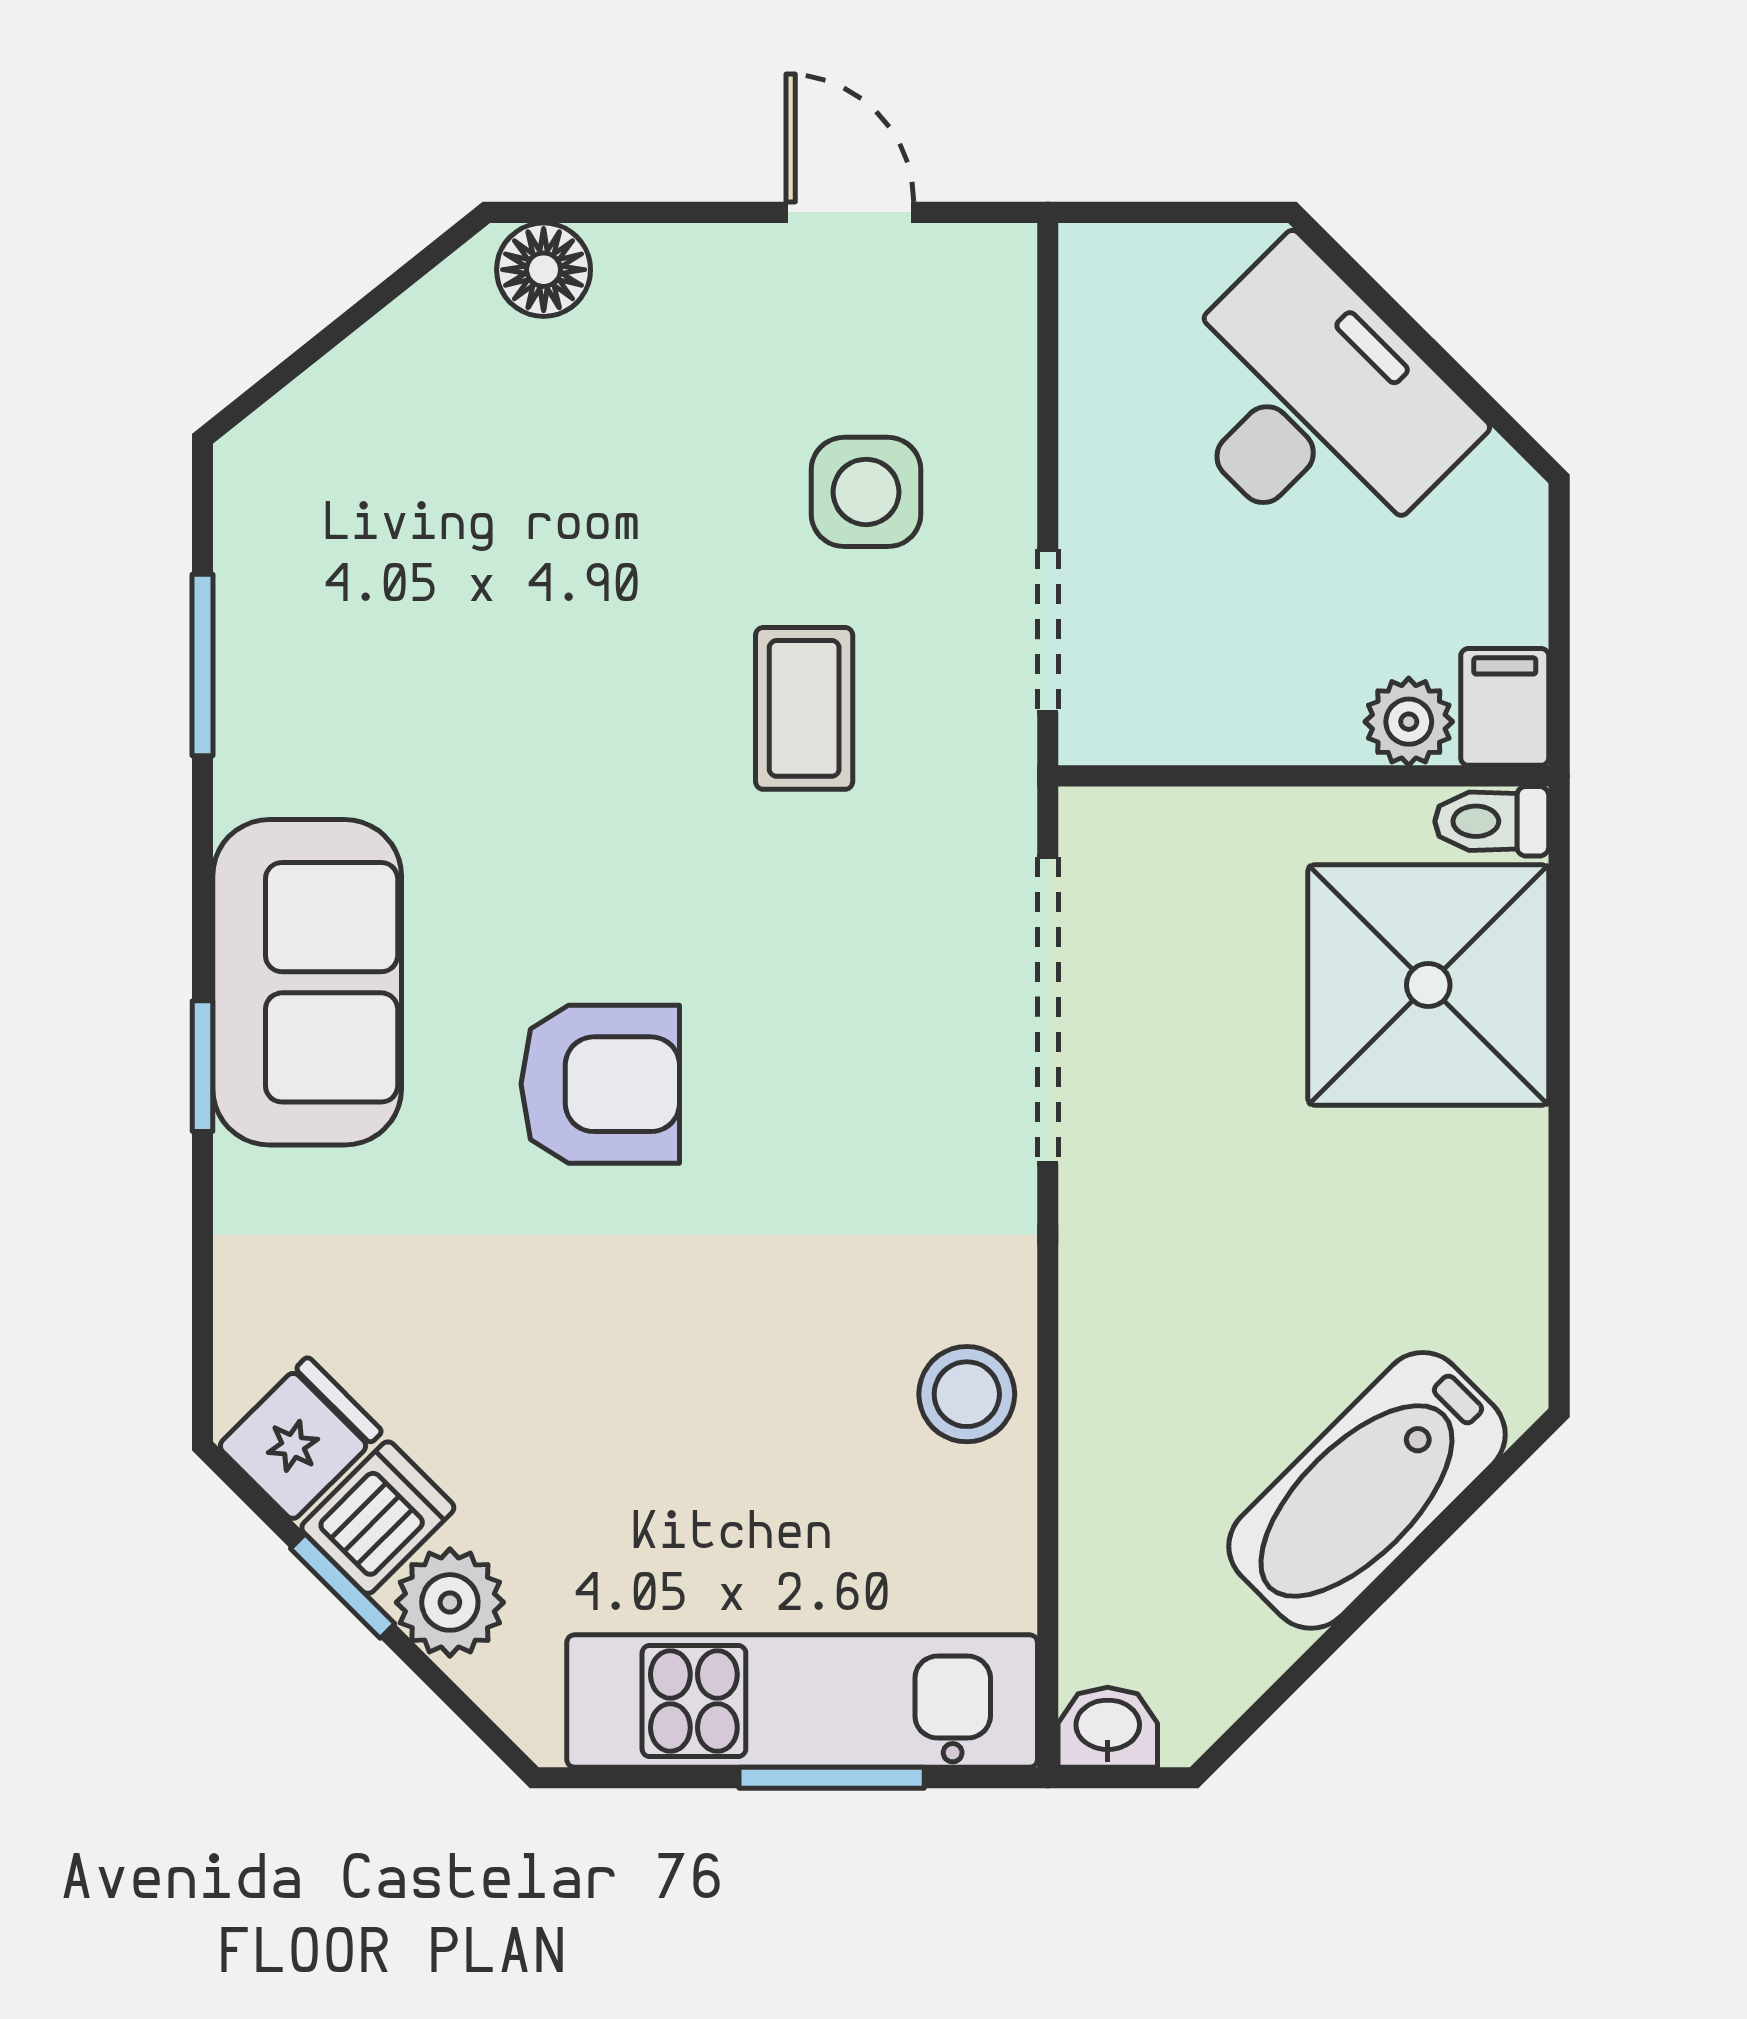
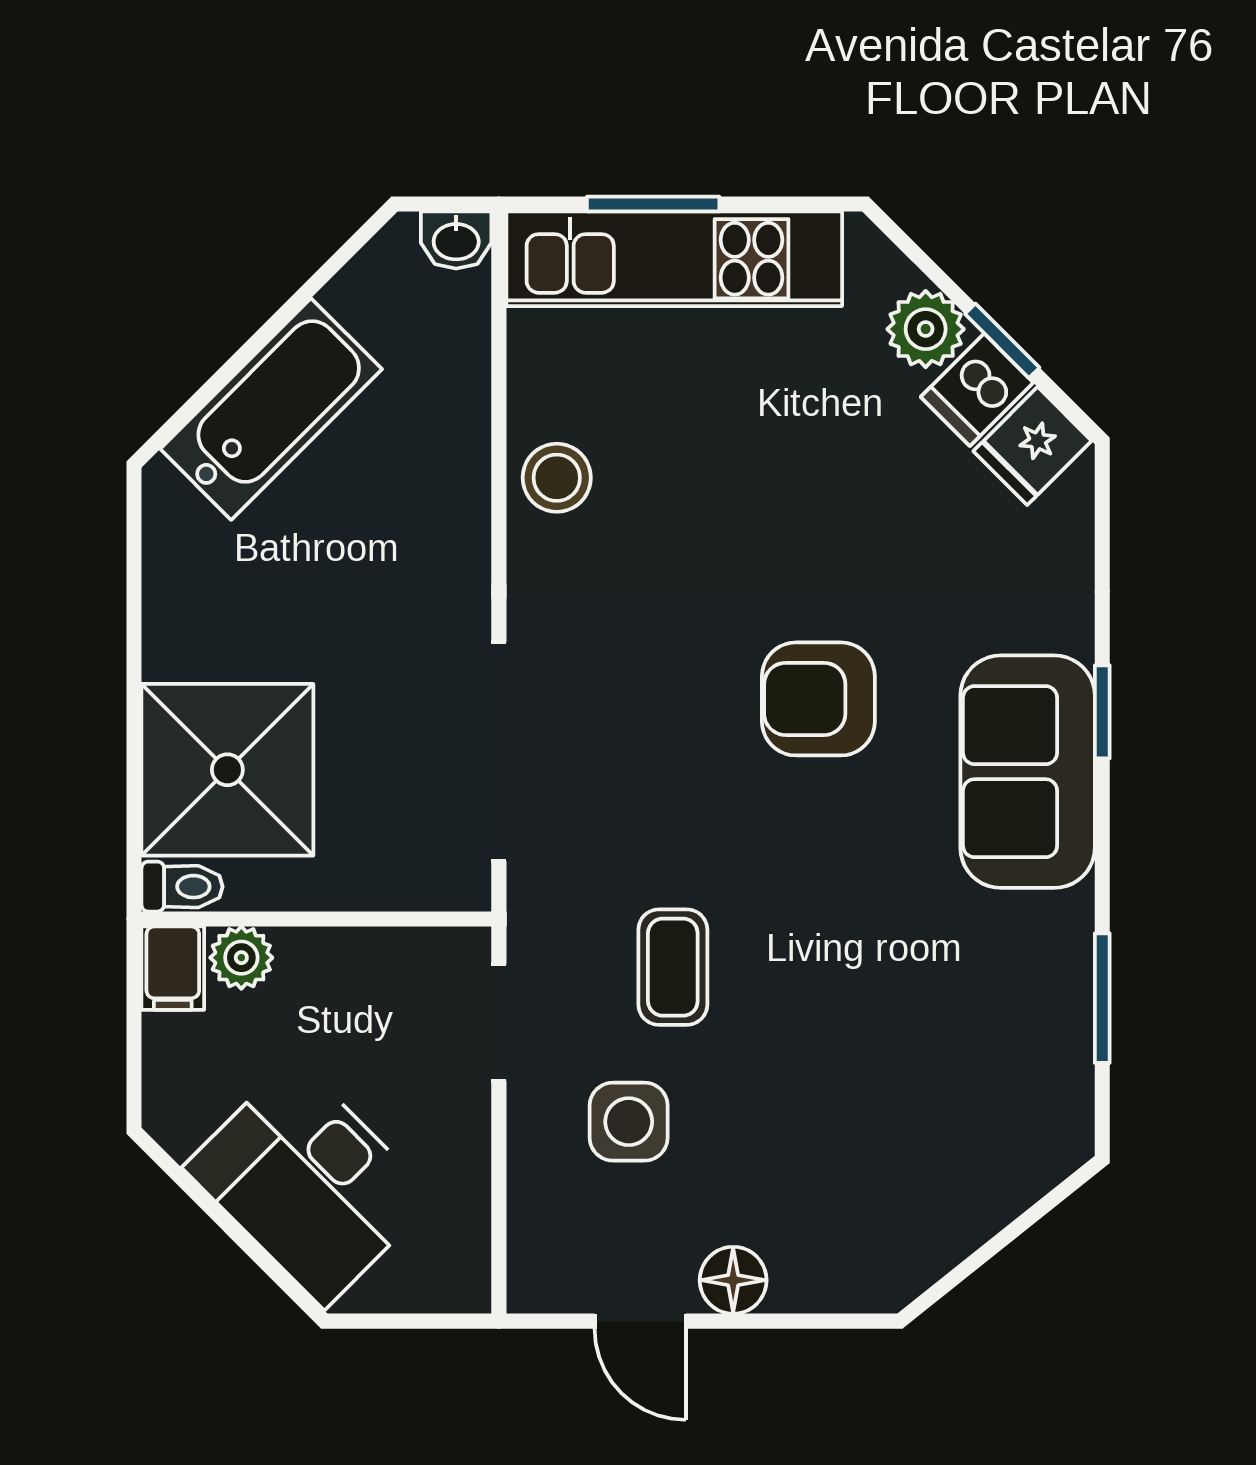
floor lamp: (544, 270) -> (733, 1280), moved

